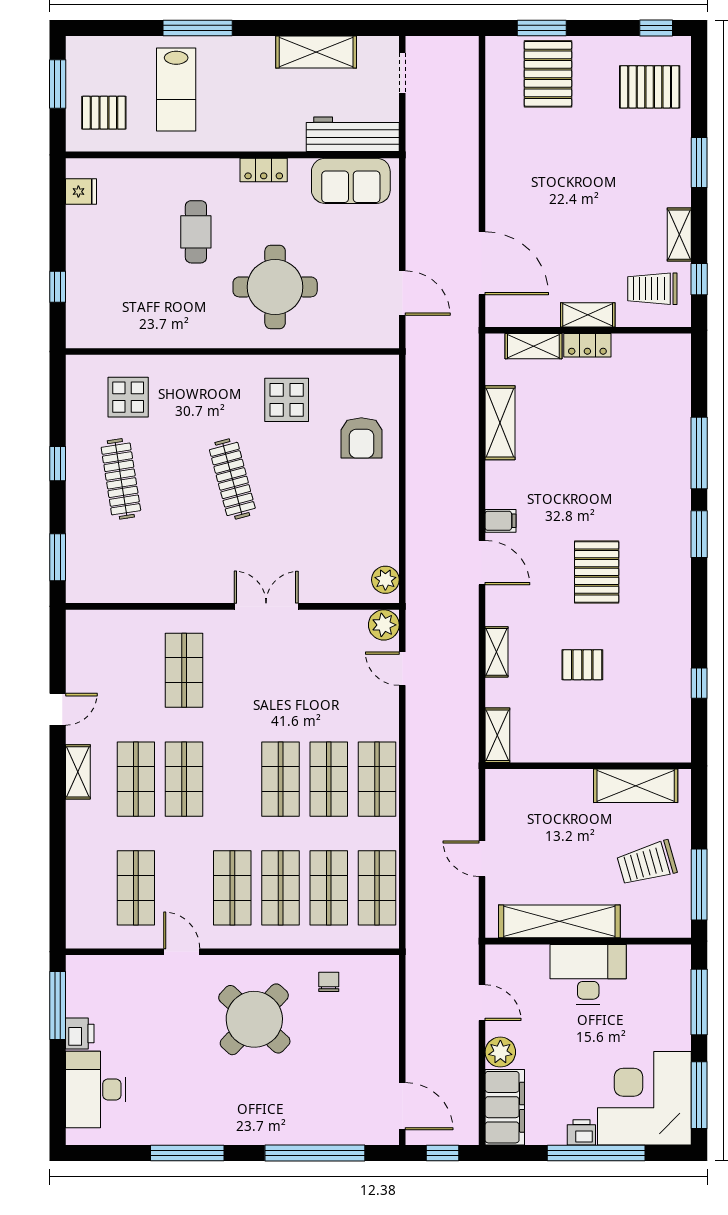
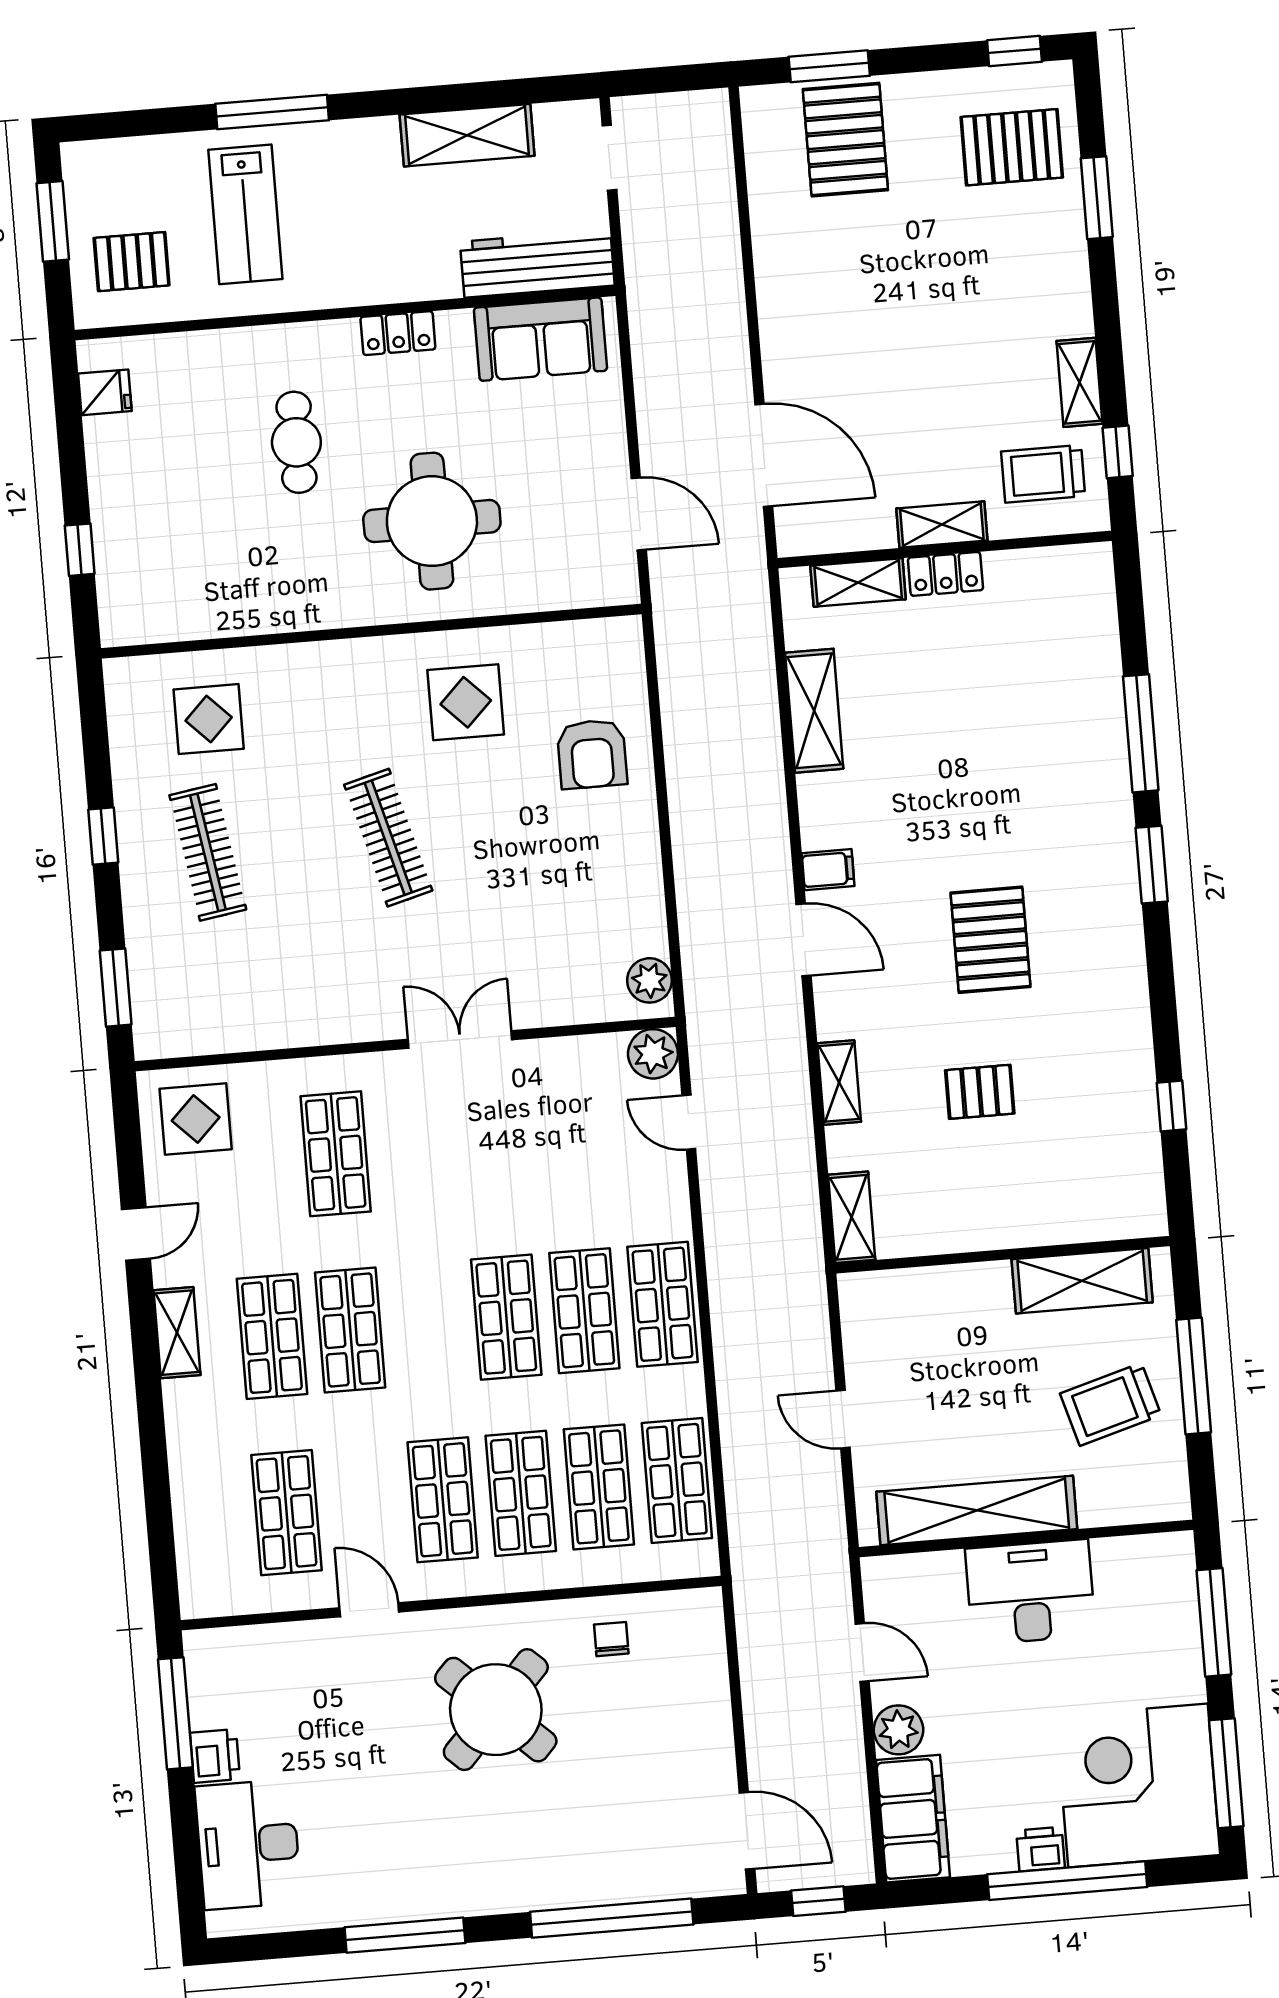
window: (699, 162) -> (1097, 198), moved
display table: (100, 642) -> (196, 1119), added
window: (699, 885) -> (1194, 1376), moved

